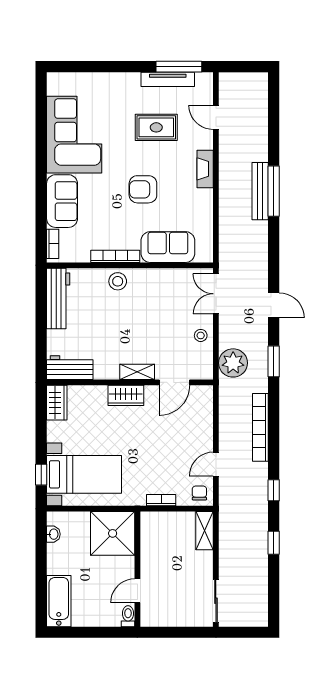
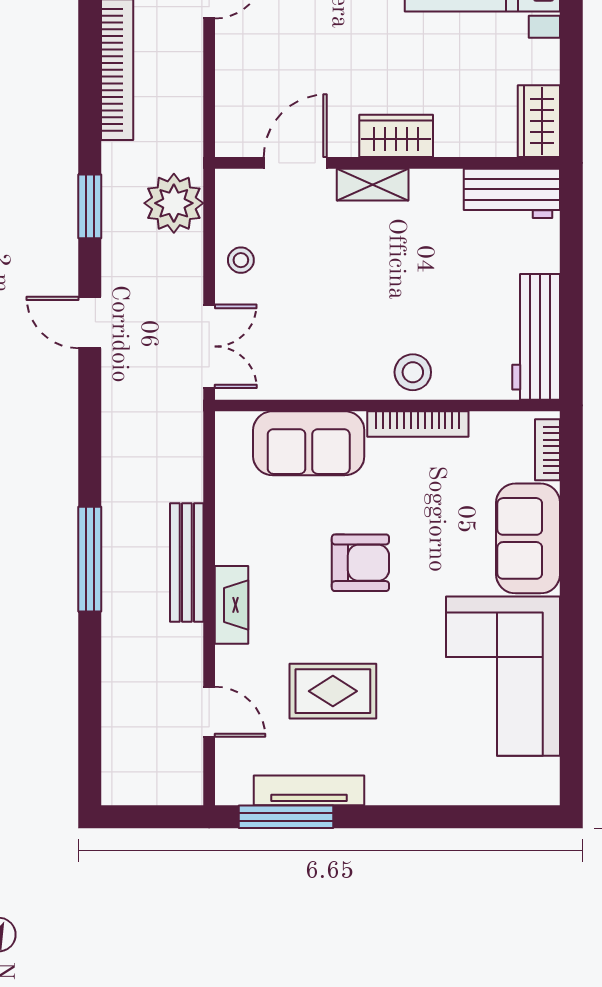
bench: (260, 191) -> (187, 562), moved

